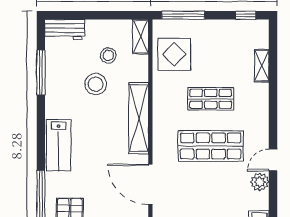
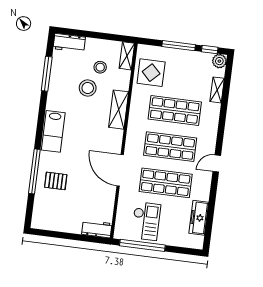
window: (183, 15) -> (179, 46), moved
shop shelf: (211, 99) -> (175, 110), width x1.43, depth x1.36
shelving: (139, 118) -> (119, 110), width x0.68
plant: (260, 182) -> (219, 61), moved
shop shelf: (211, 193) -> (166, 183), added

